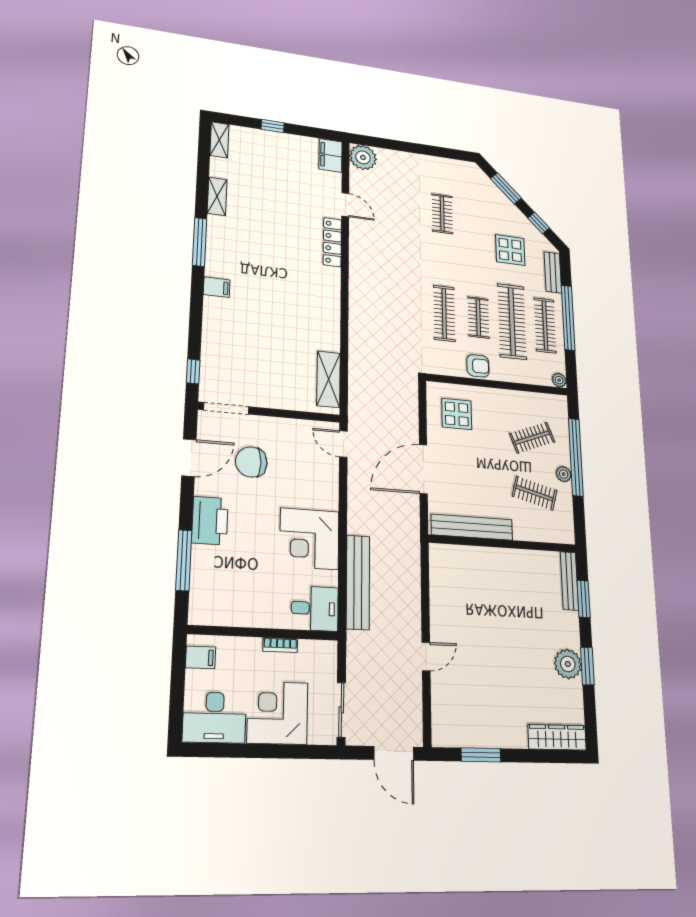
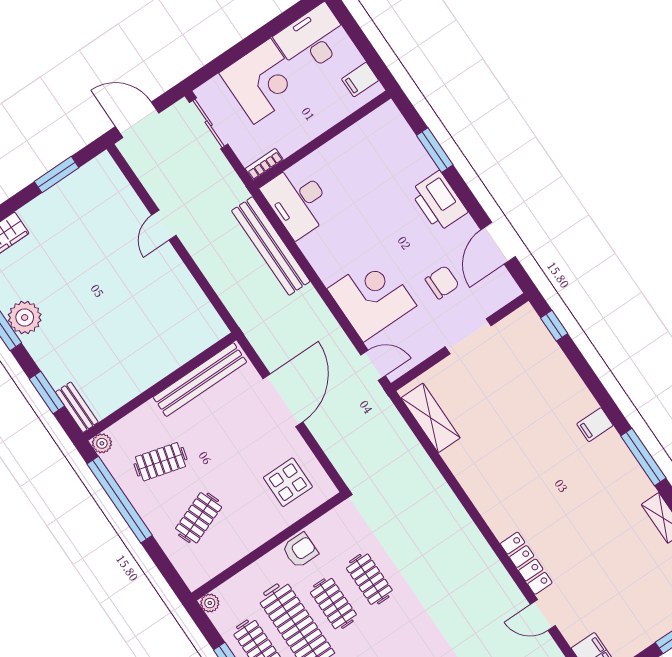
clothes rail: (444, 313) -> (369, 579), width x0.73
armchair: (478, 366) -> (300, 550), turned 180
doorway: (226, 408) -> (468, 336), moved
window: (576, 457) -> (120, 500), moved
chair: (251, 462) -> (442, 282), width x0.73, depth x0.73
plant: (564, 474) -> (102, 443), moved
corner desk: (309, 539) -> (372, 297), moved
window: (184, 560) -> (435, 150), width x0.69
bench: (569, 581) -> (77, 407), width x0.73
desk: (315, 608) -> (298, 201), width x1.37
bookcase: (280, 645) -> (264, 164), moved

